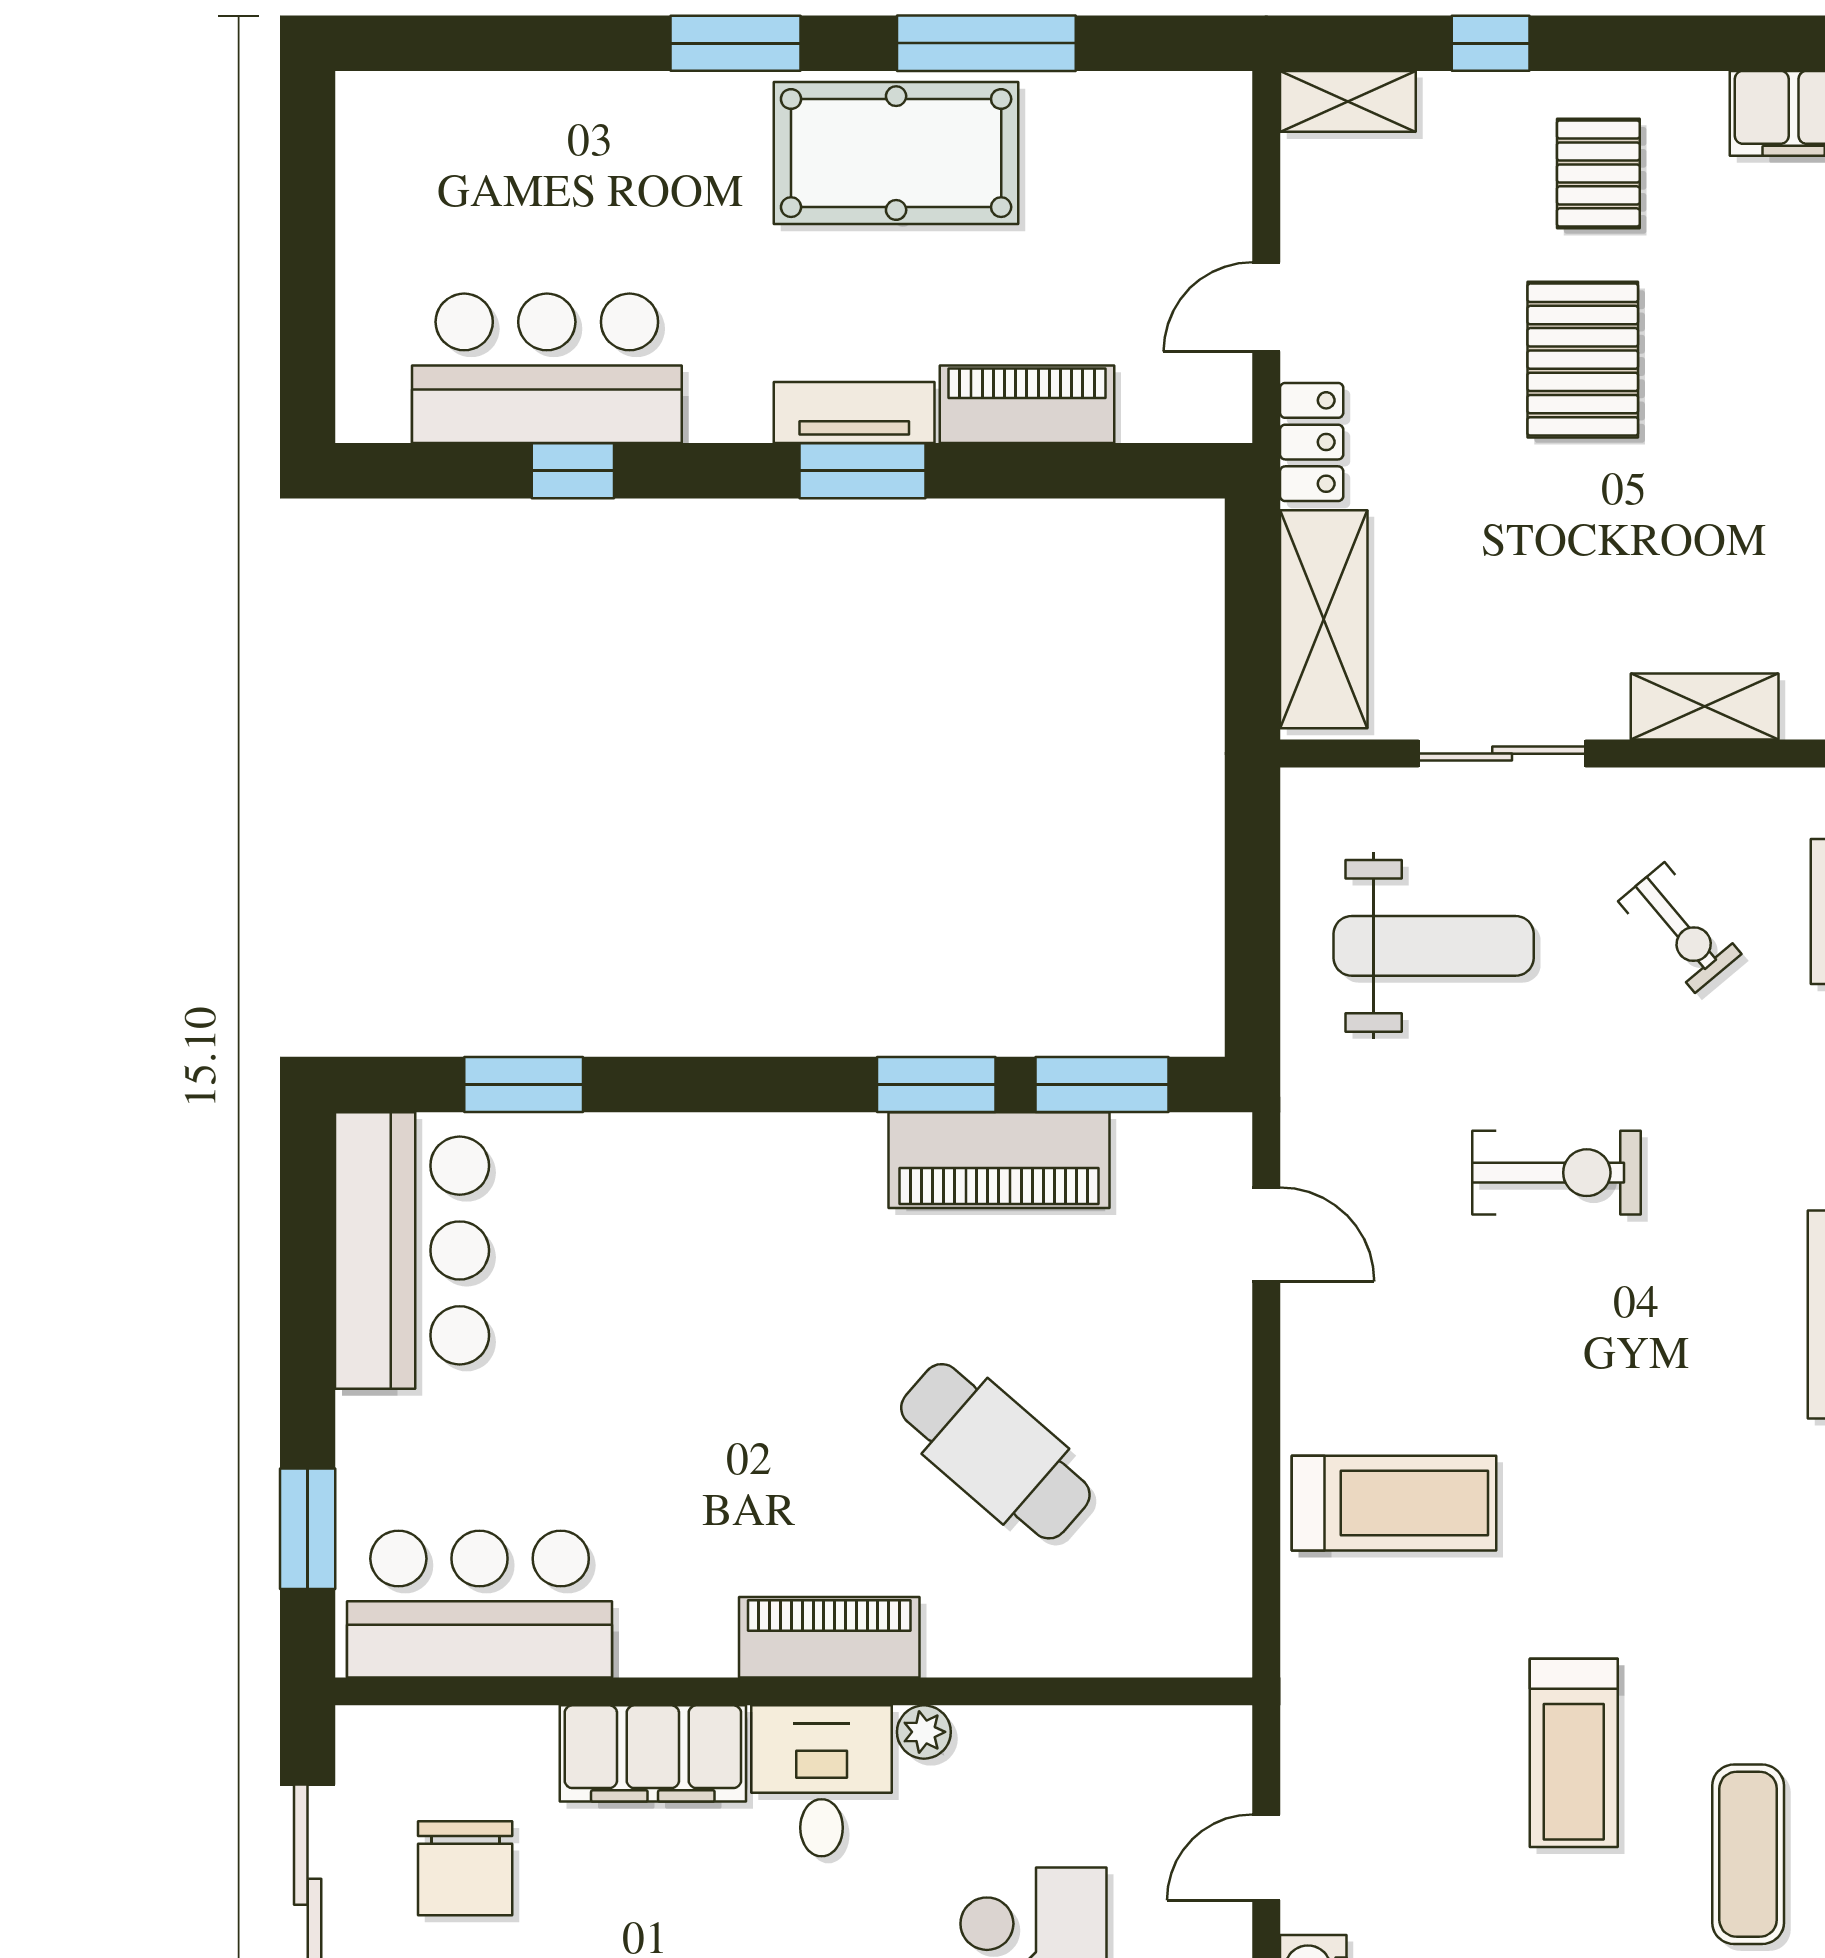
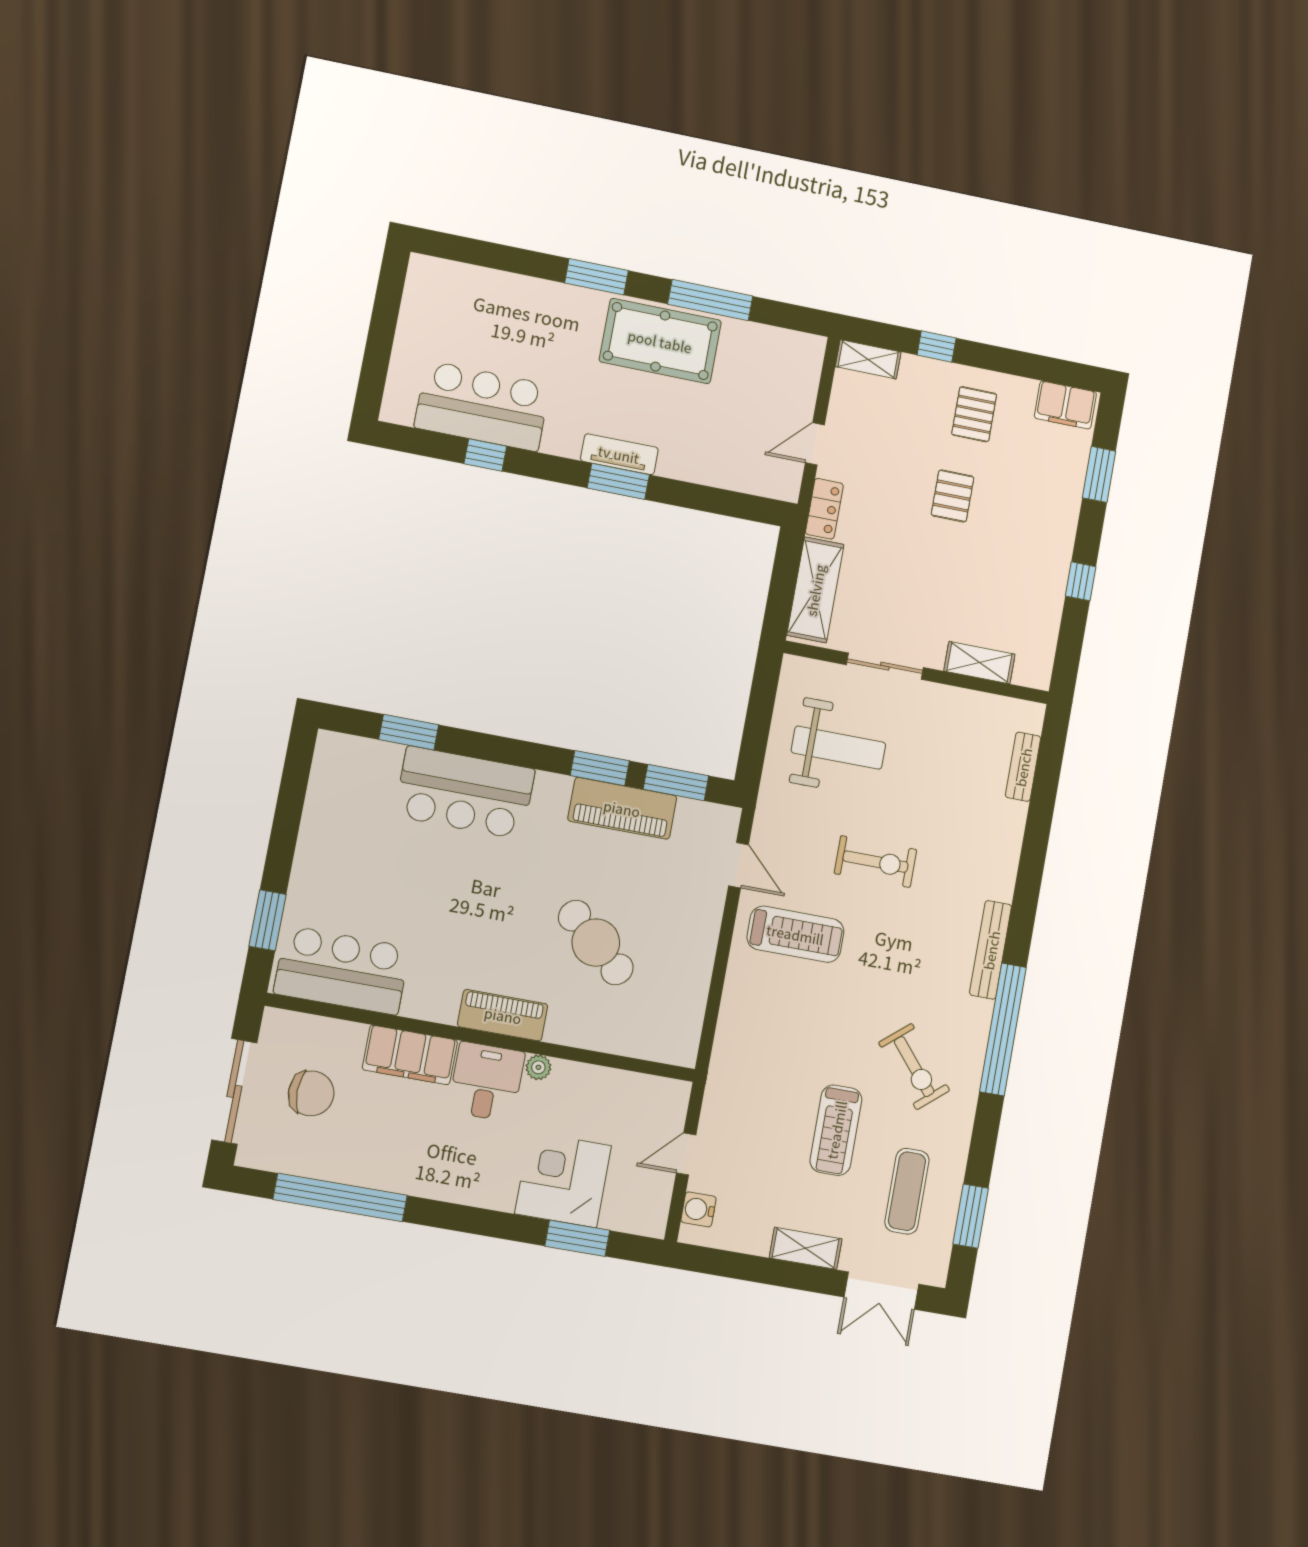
pallet: (1583, 360) -> (953, 496), width x0.67, depth x0.71
piano: (1027, 404) -> (699, 466), removed
exercise bike: (1680, 928) -> (914, 1067), moved, width x1.38, depth x1.39
bar counter: (412, 1250) -> (465, 793), moved, turned 90
treadmill: (1394, 1503) -> (795, 934), moved
chair: (465, 1868) -> (311, 1093), turned -90

